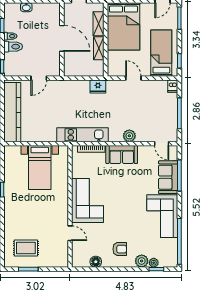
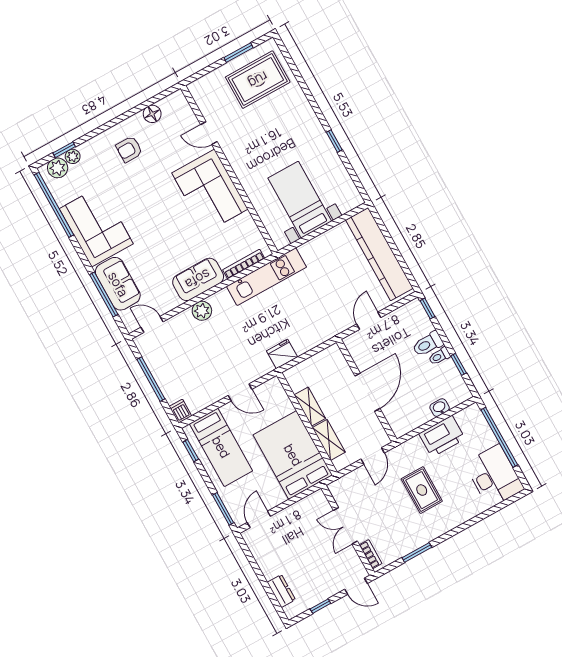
door: (62, 38) -> (367, 392), swing flipped
rug: (26, 248) -> (258, 80), width x1.36, depth x1.43
plant: (142, 261) -> (58, 168), moved

